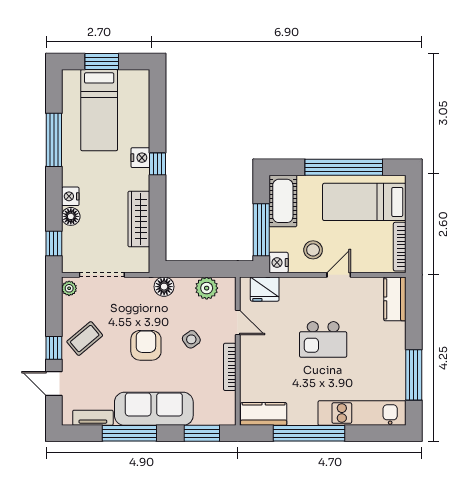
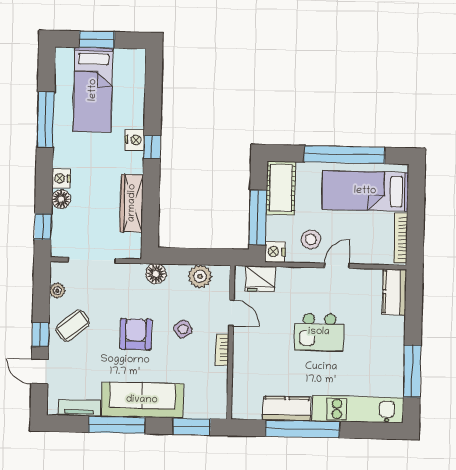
plant: (69, 288) -> (57, 291), moved
bookcase: (230, 367) -> (222, 350), width x0.64
kitchen counter: (264, 414) -> (287, 409), moved

